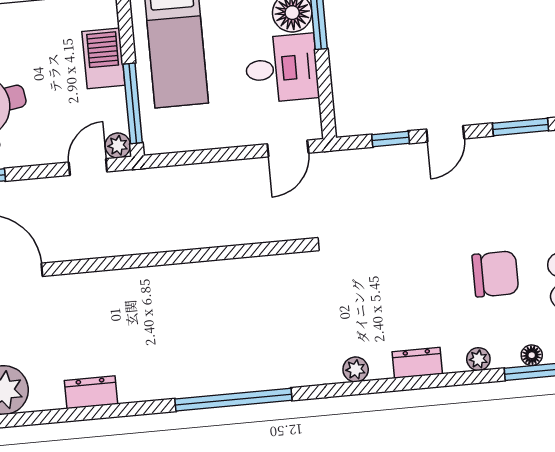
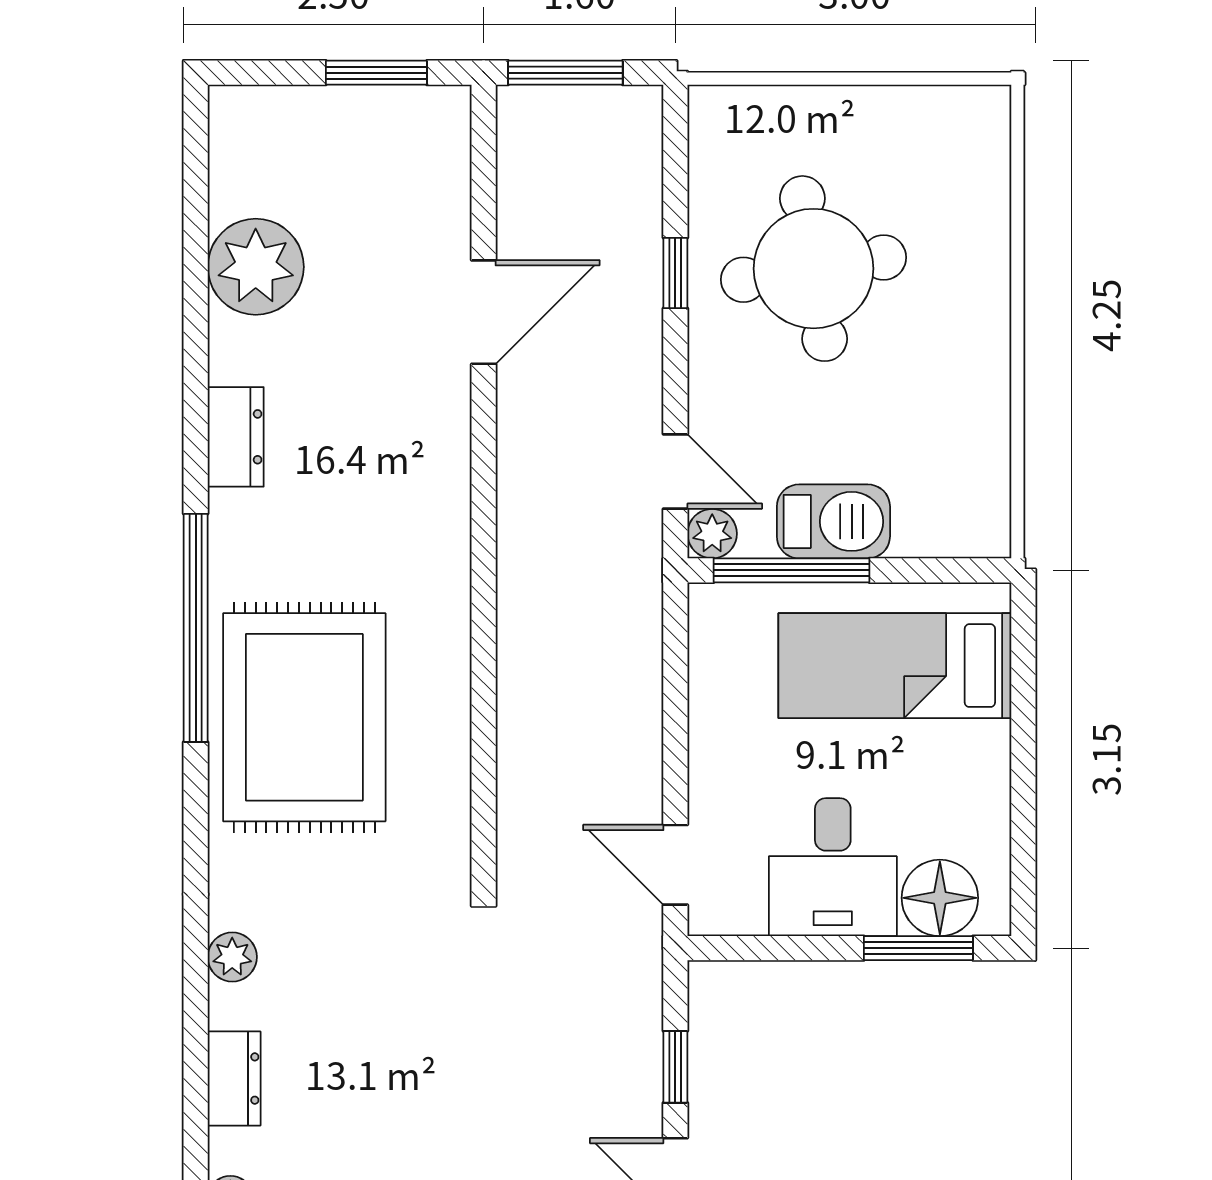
barbecue: (103, 58) -> (833, 521), moved
rug: (230, 344) -> (304, 717), added
window: (233, 400) -> (196, 628), moved

